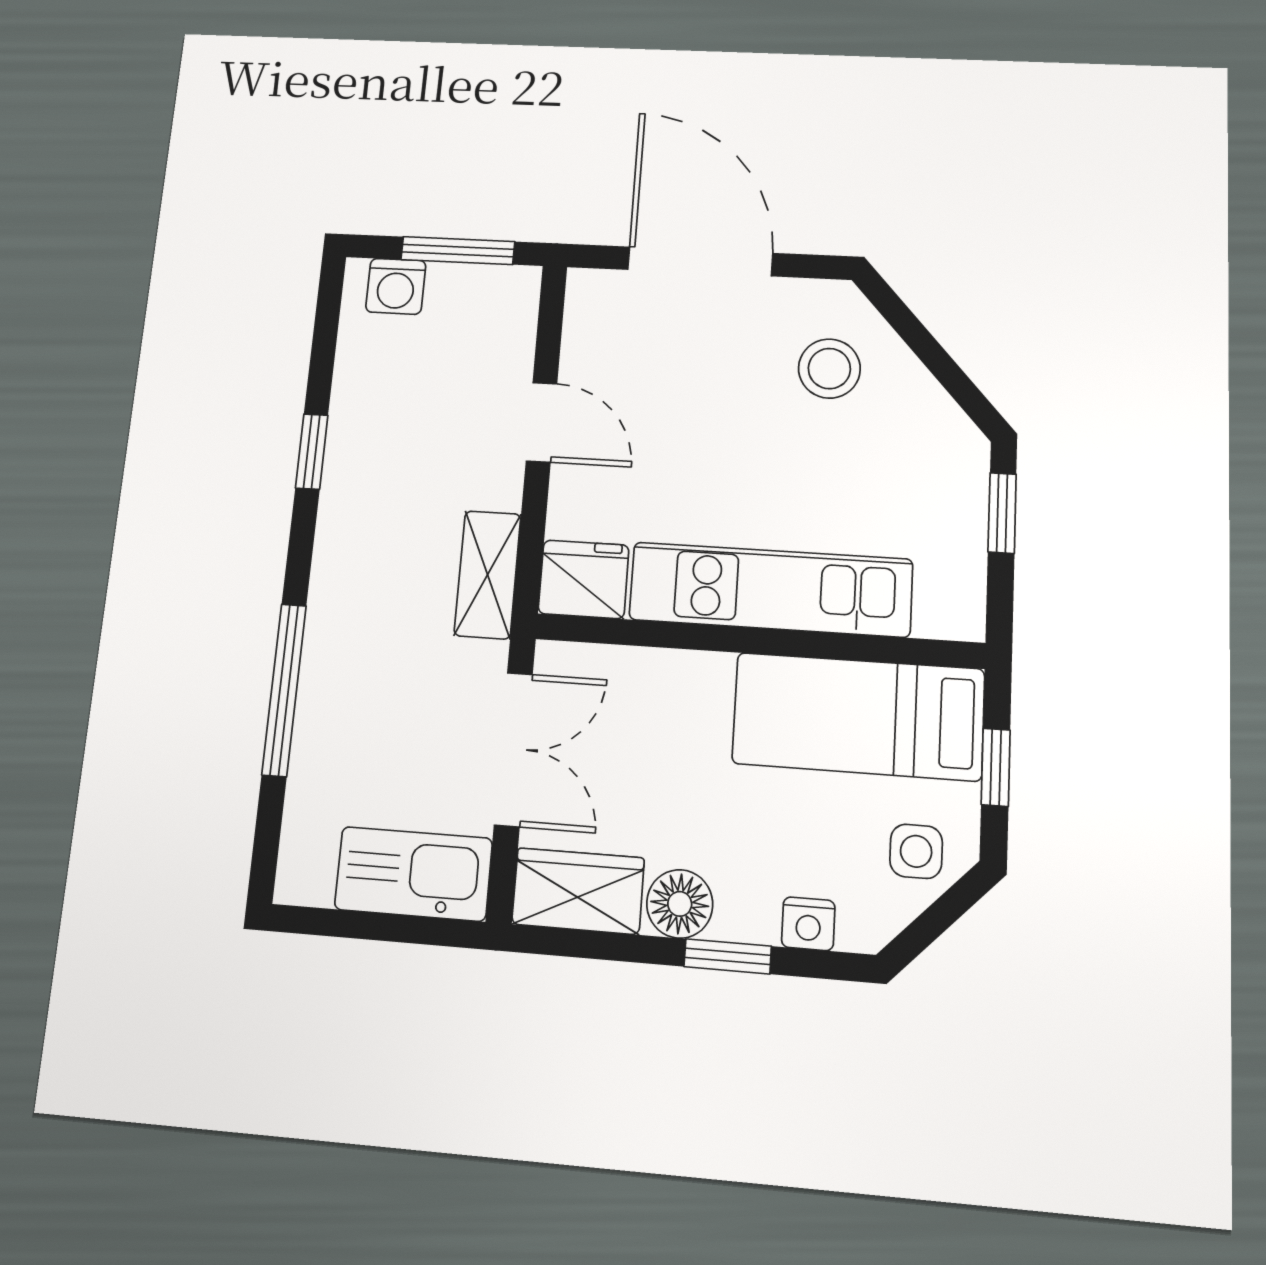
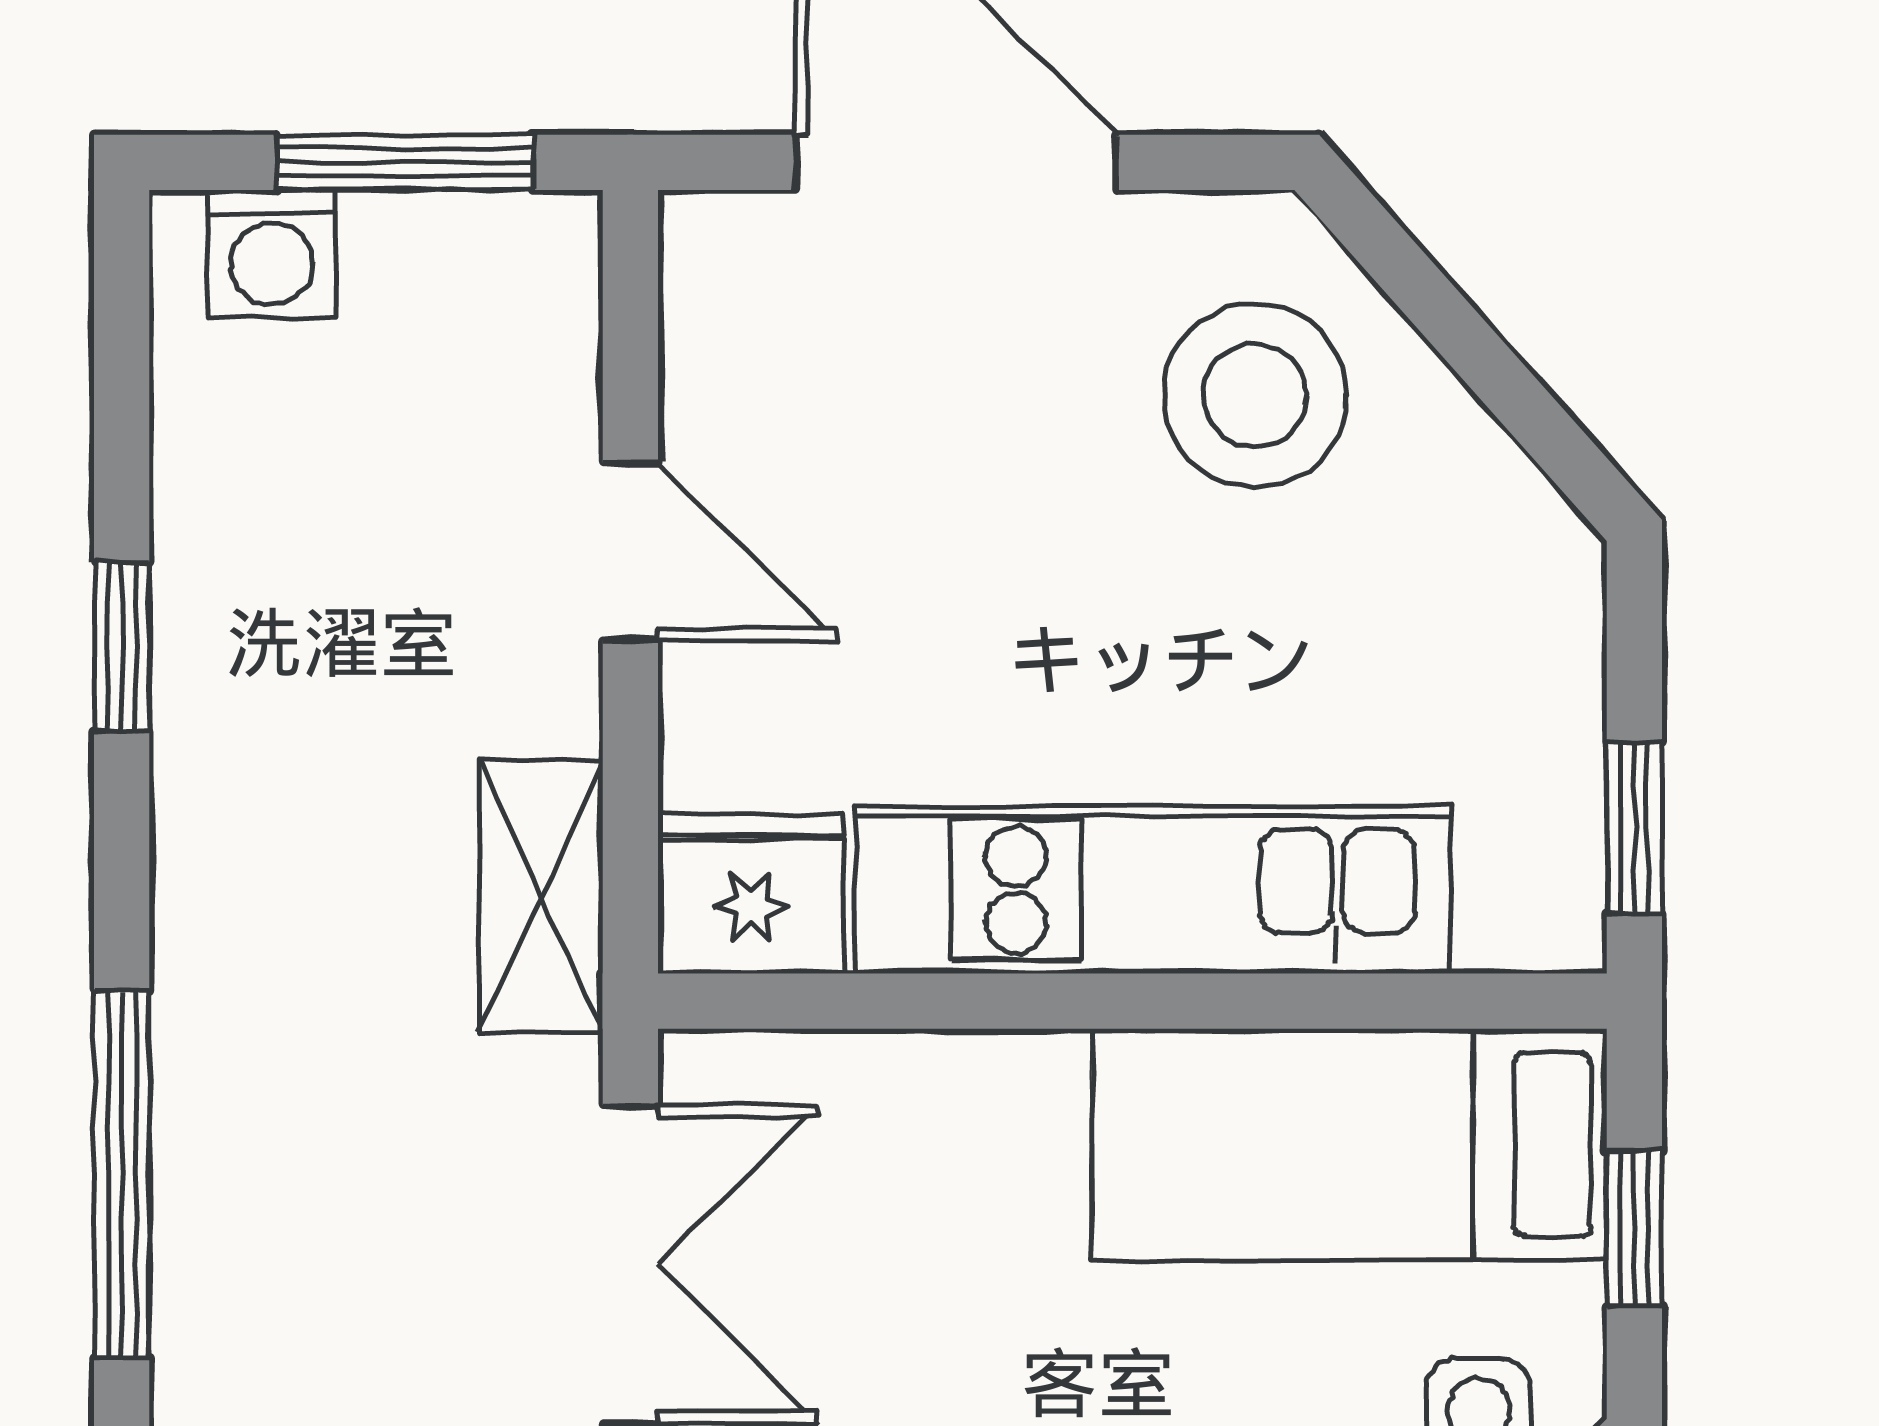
stool: (829, 369) -> (1255, 395), width x1.38, depth x1.38
window: (1002, 513) -> (1634, 828), moved

